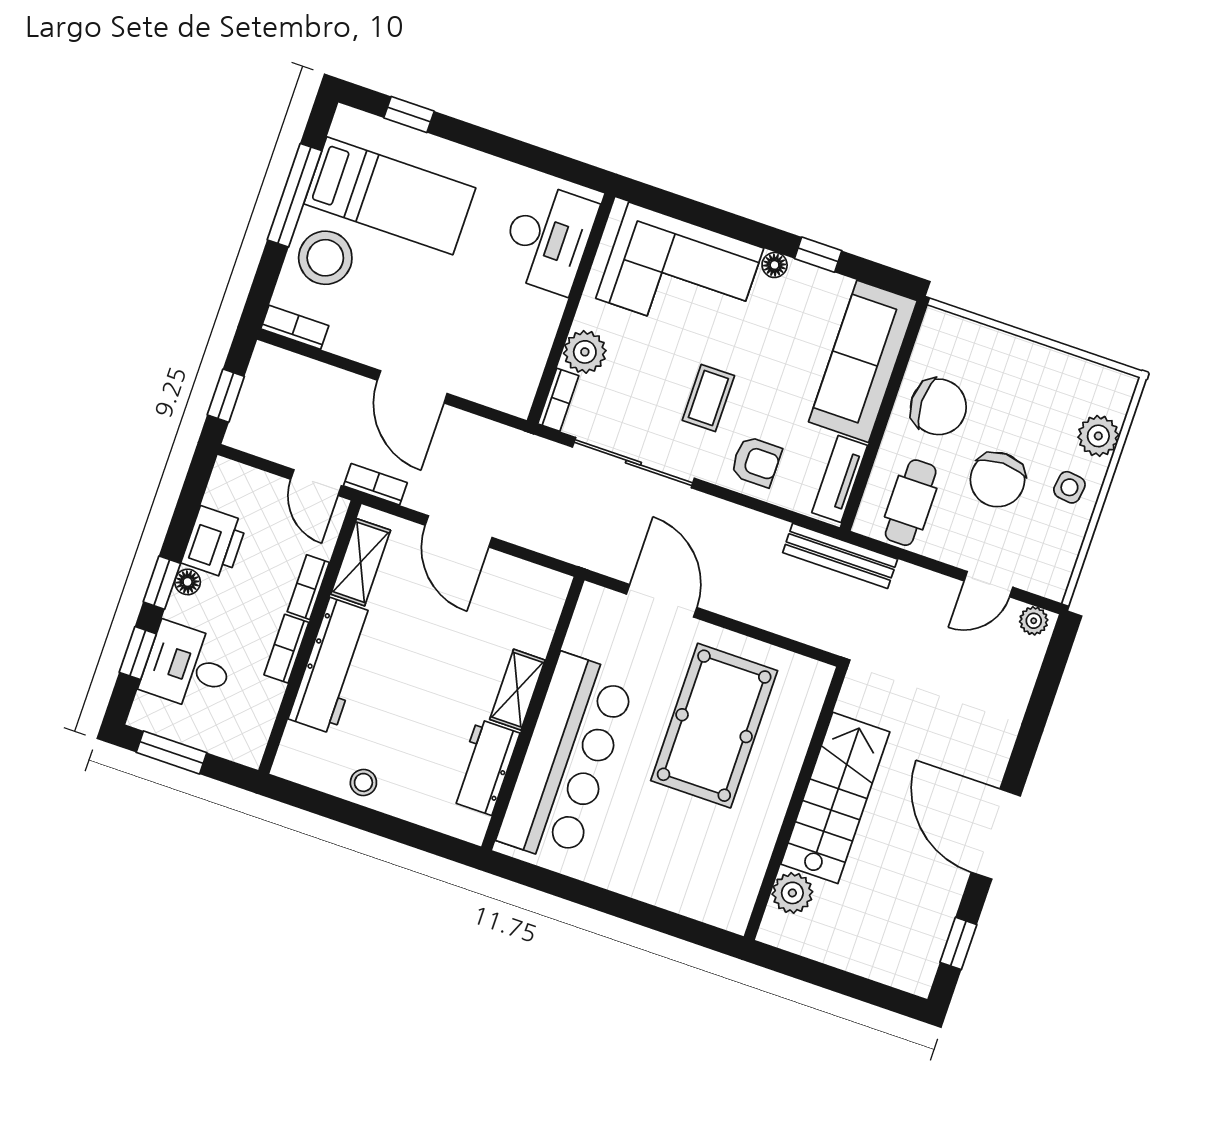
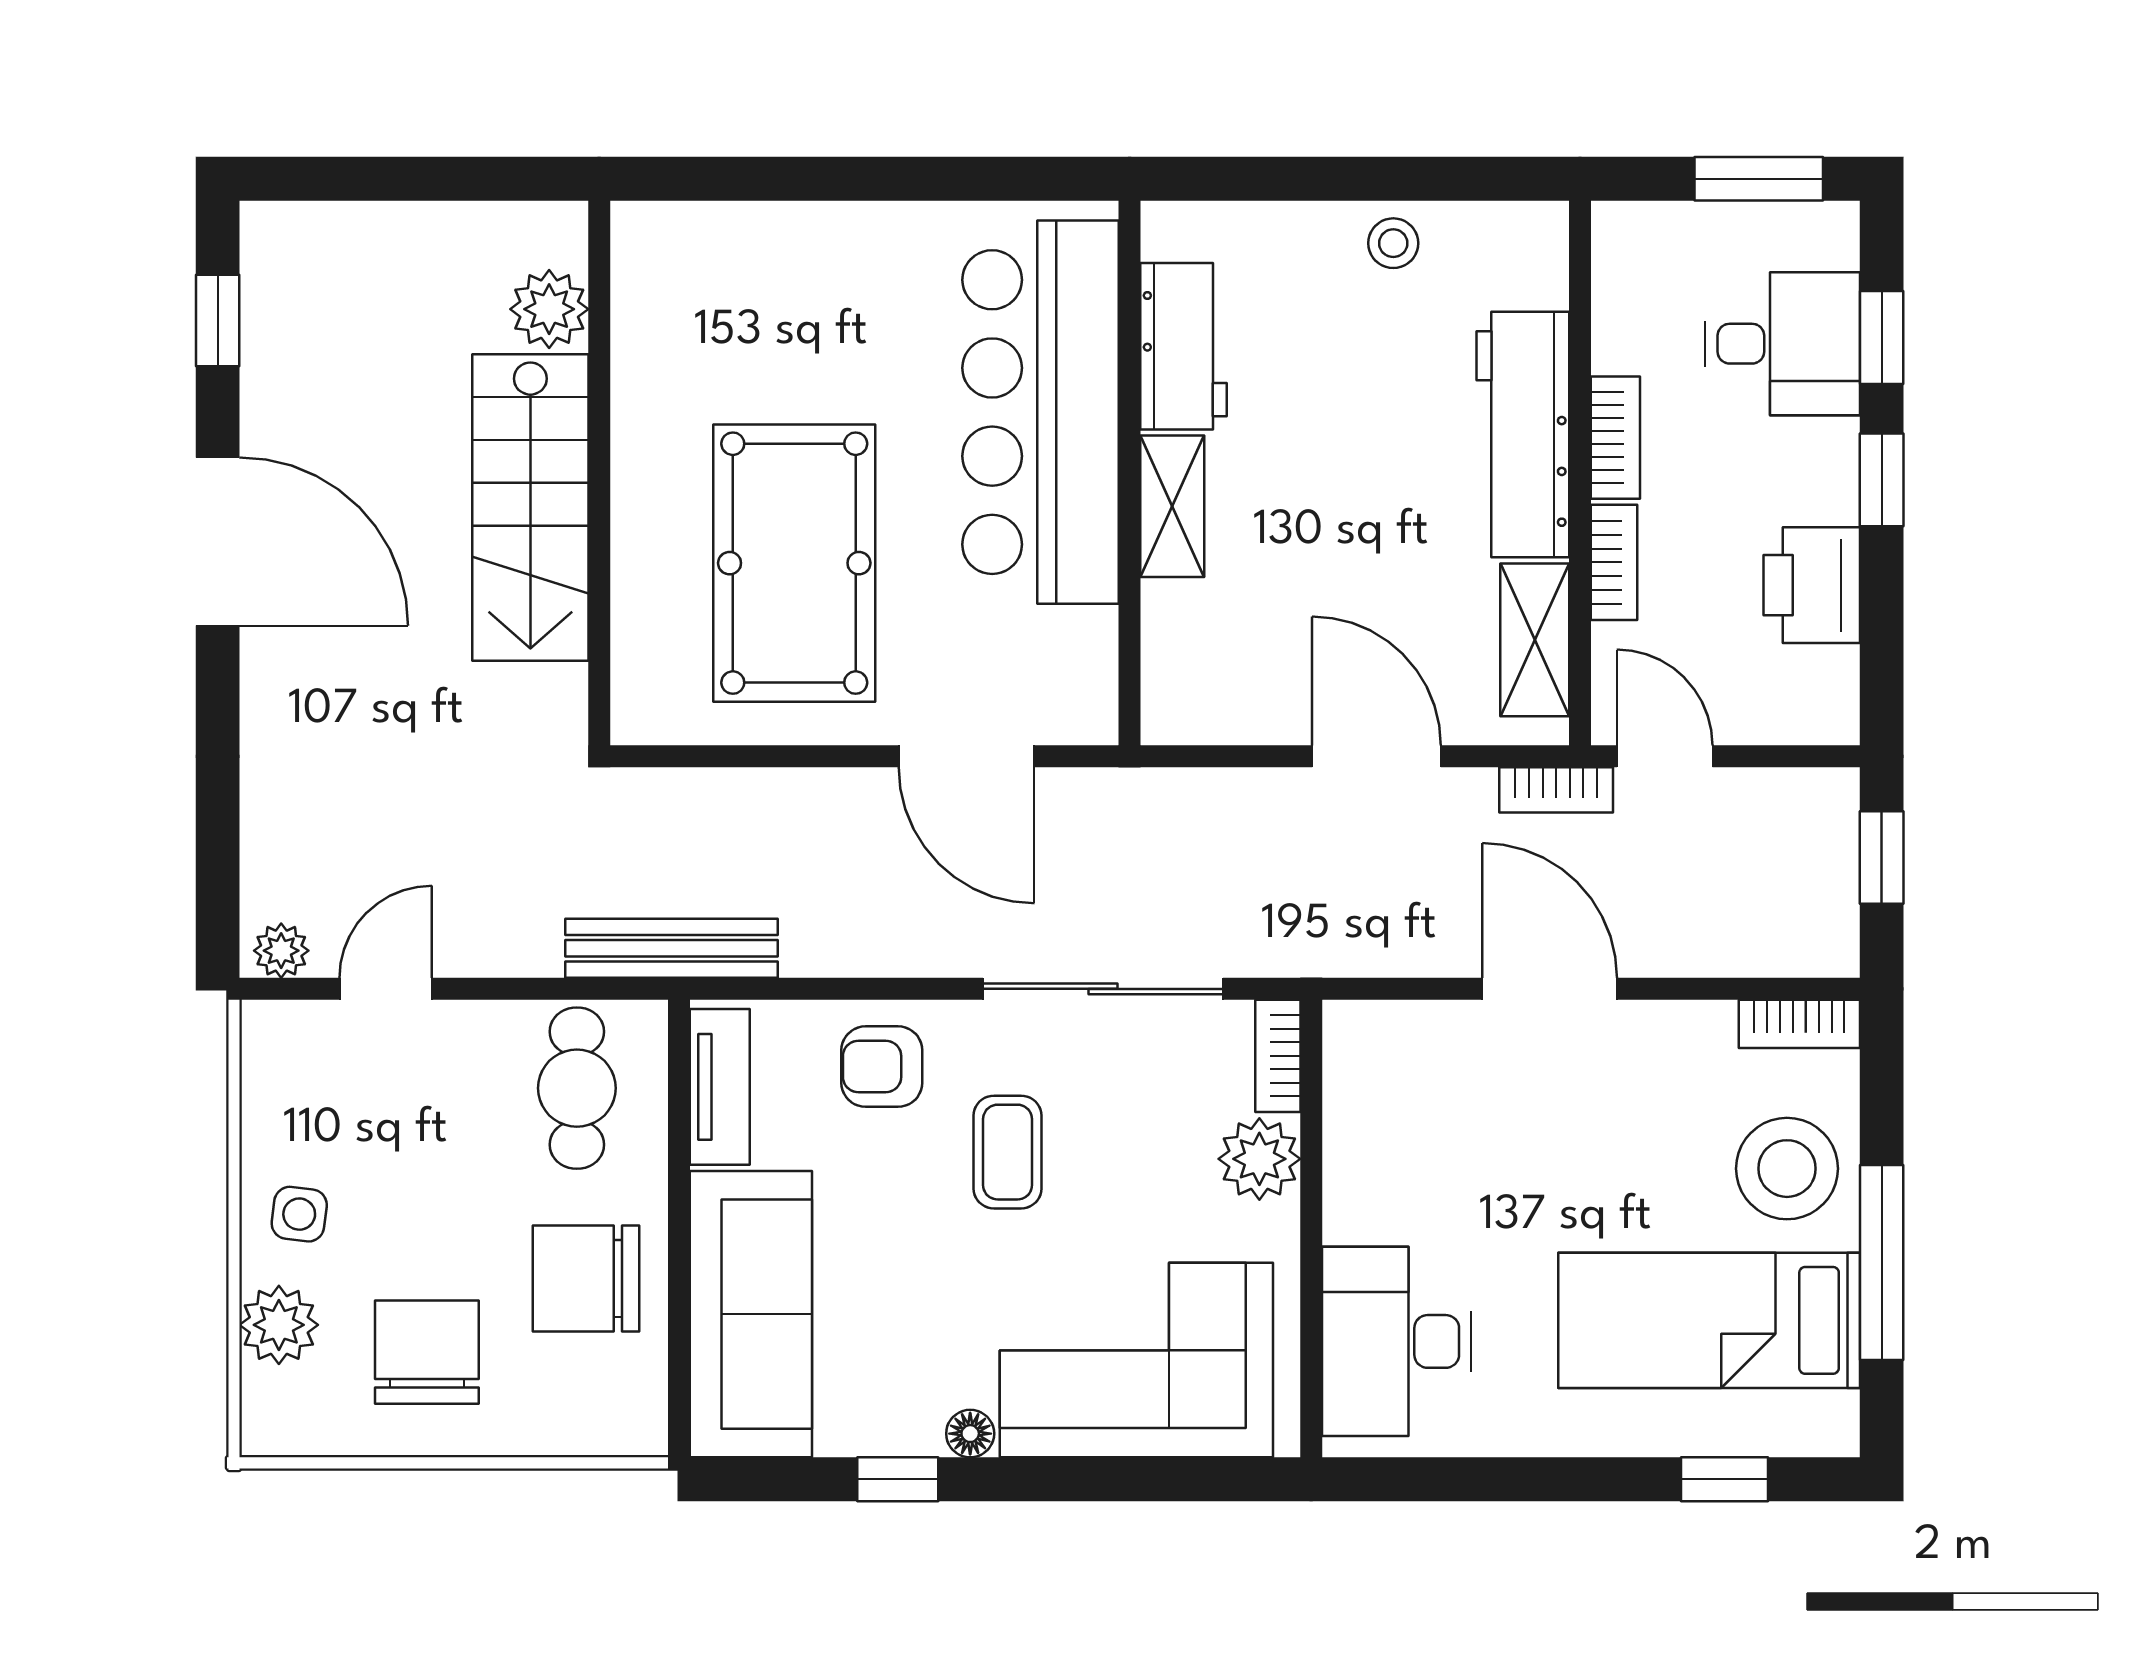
chair: (997, 480) -> (427, 1352), moved
floor lamp: (188, 582) -> (1835, 497), removed

